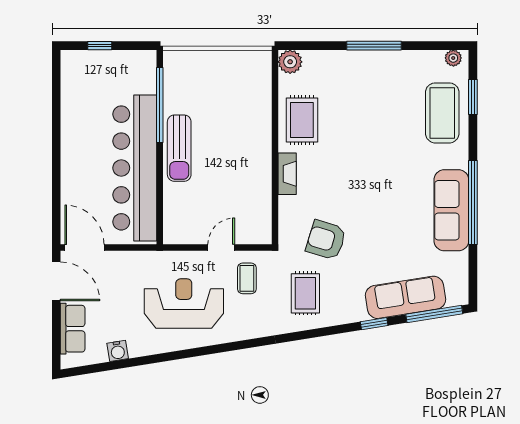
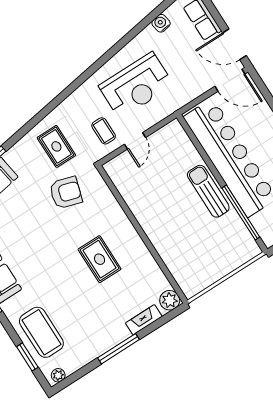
rug: (302, 120) -> (100, 259), moved
fireplace: (287, 174) -> (144, 320), moved, turned 90

